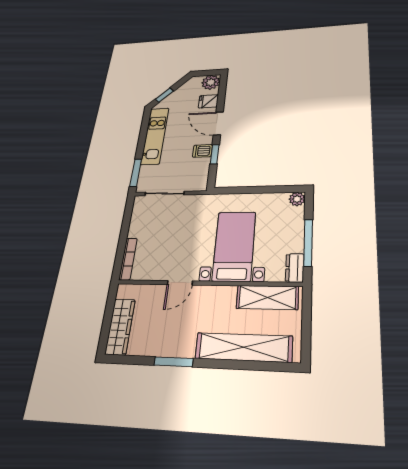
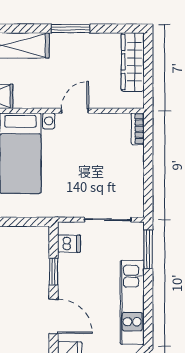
dishwasher: (202, 151) -> (69, 244), moved
bookcase: (128, 259) -> (138, 129), width x0.64

